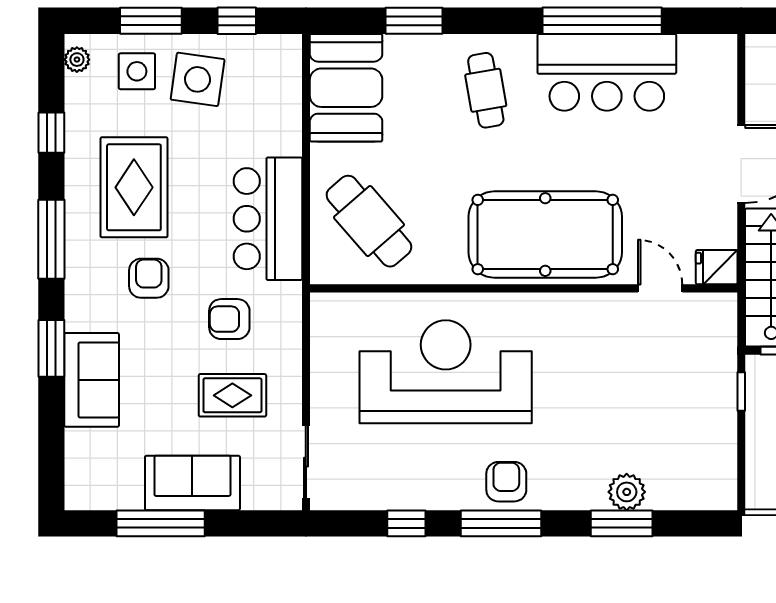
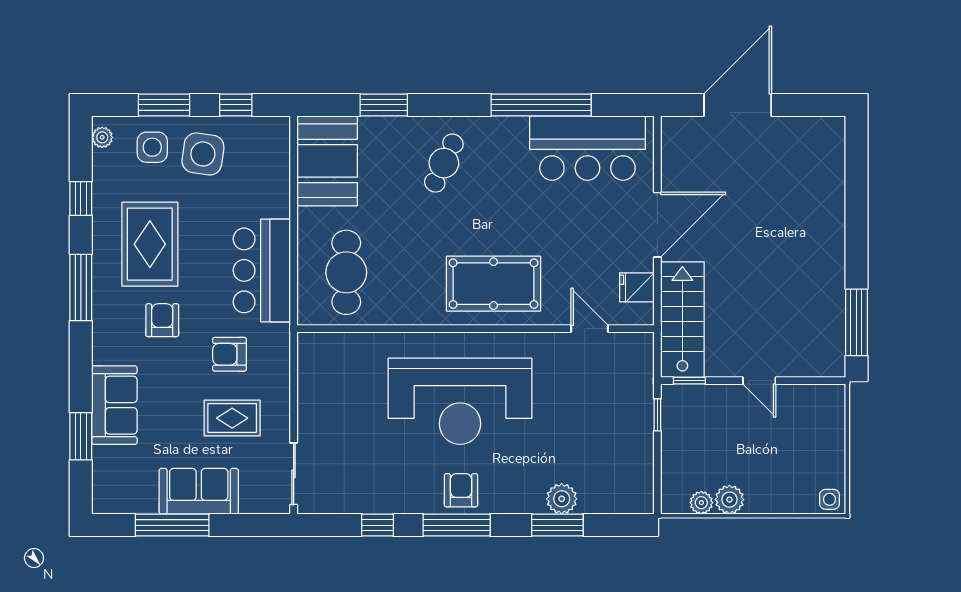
bar counter: (607, 72) -> (587, 148), moved
cafe table: (486, 90) -> (444, 163), turned 35
cafe table: (369, 221) -> (346, 272), turned 41
pool table: (545, 235) -> (494, 284), width x0.73, depth x0.76
fridge: (717, 267) -> (637, 287), moved
window: (51, 348) -> (81, 436), moved
reception desk: (446, 372) -> (460, 401), moved, turned 180

